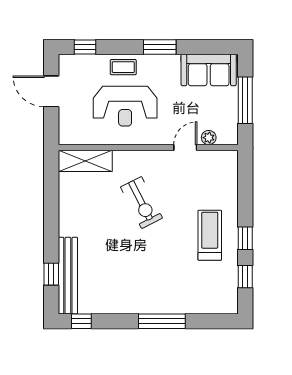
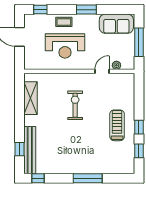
shelving: (85, 161) -> (31, 98), moved, turned 90
exercise bike: (142, 203) -> (75, 105), turned -153

